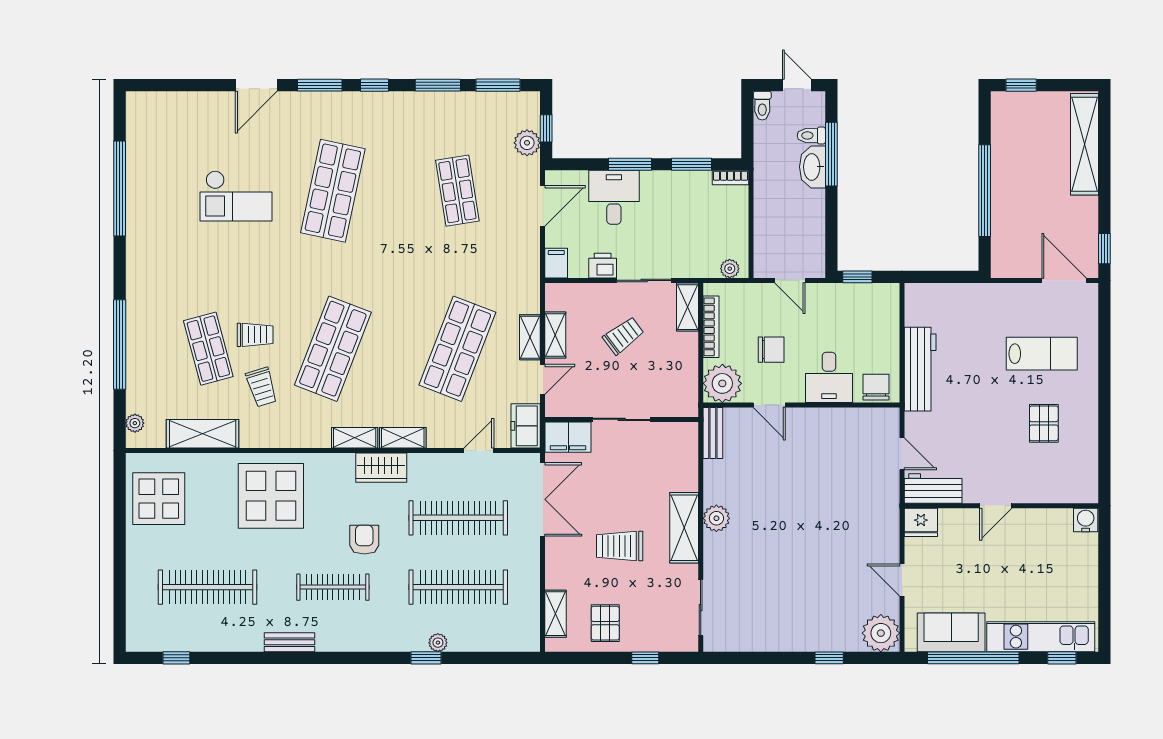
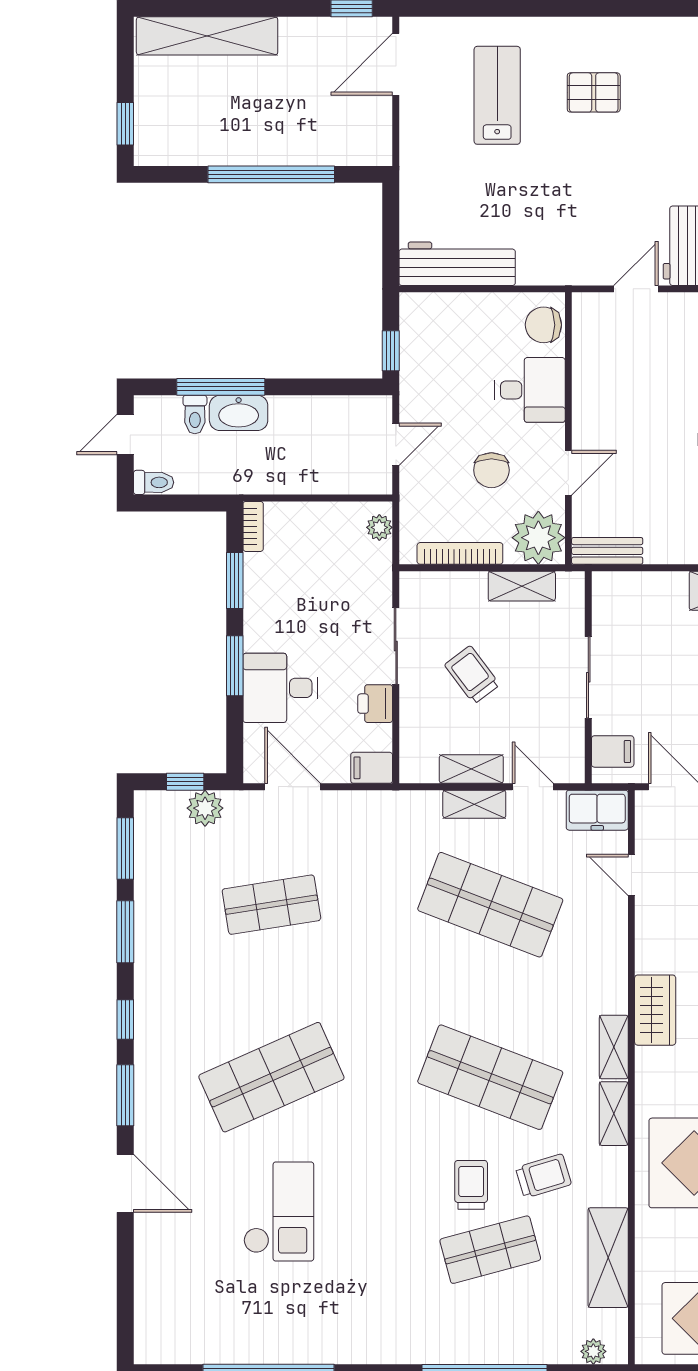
shop shelf: (333, 191) -> (271, 1077), turned -36
shelving: (687, 307) -> (522, 586), moved
chair: (771, 350) -> (491, 470), turned 180
workbench: (920, 369) -> (457, 264), moved
filing cabinet: (568, 437) -> (613, 751), width x0.50
shelving: (403, 438) -> (614, 1114), moved

